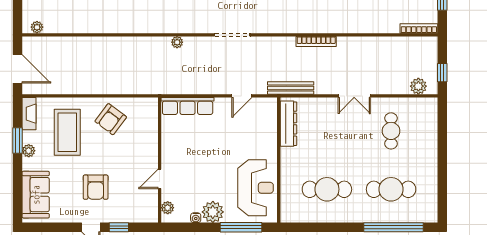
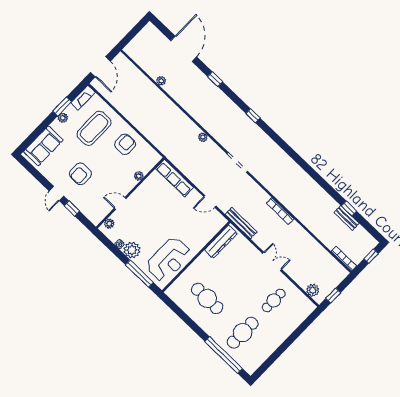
plant: (37, 27) -> (161, 81), moved
double door: (354, 96) -> (272, 261), swing flipped
armchair: (111, 119) -> (125, 144), turned 143
plant: (152, 137) -> (139, 176), added
cafe table: (391, 189) -> (243, 333), turned 90

